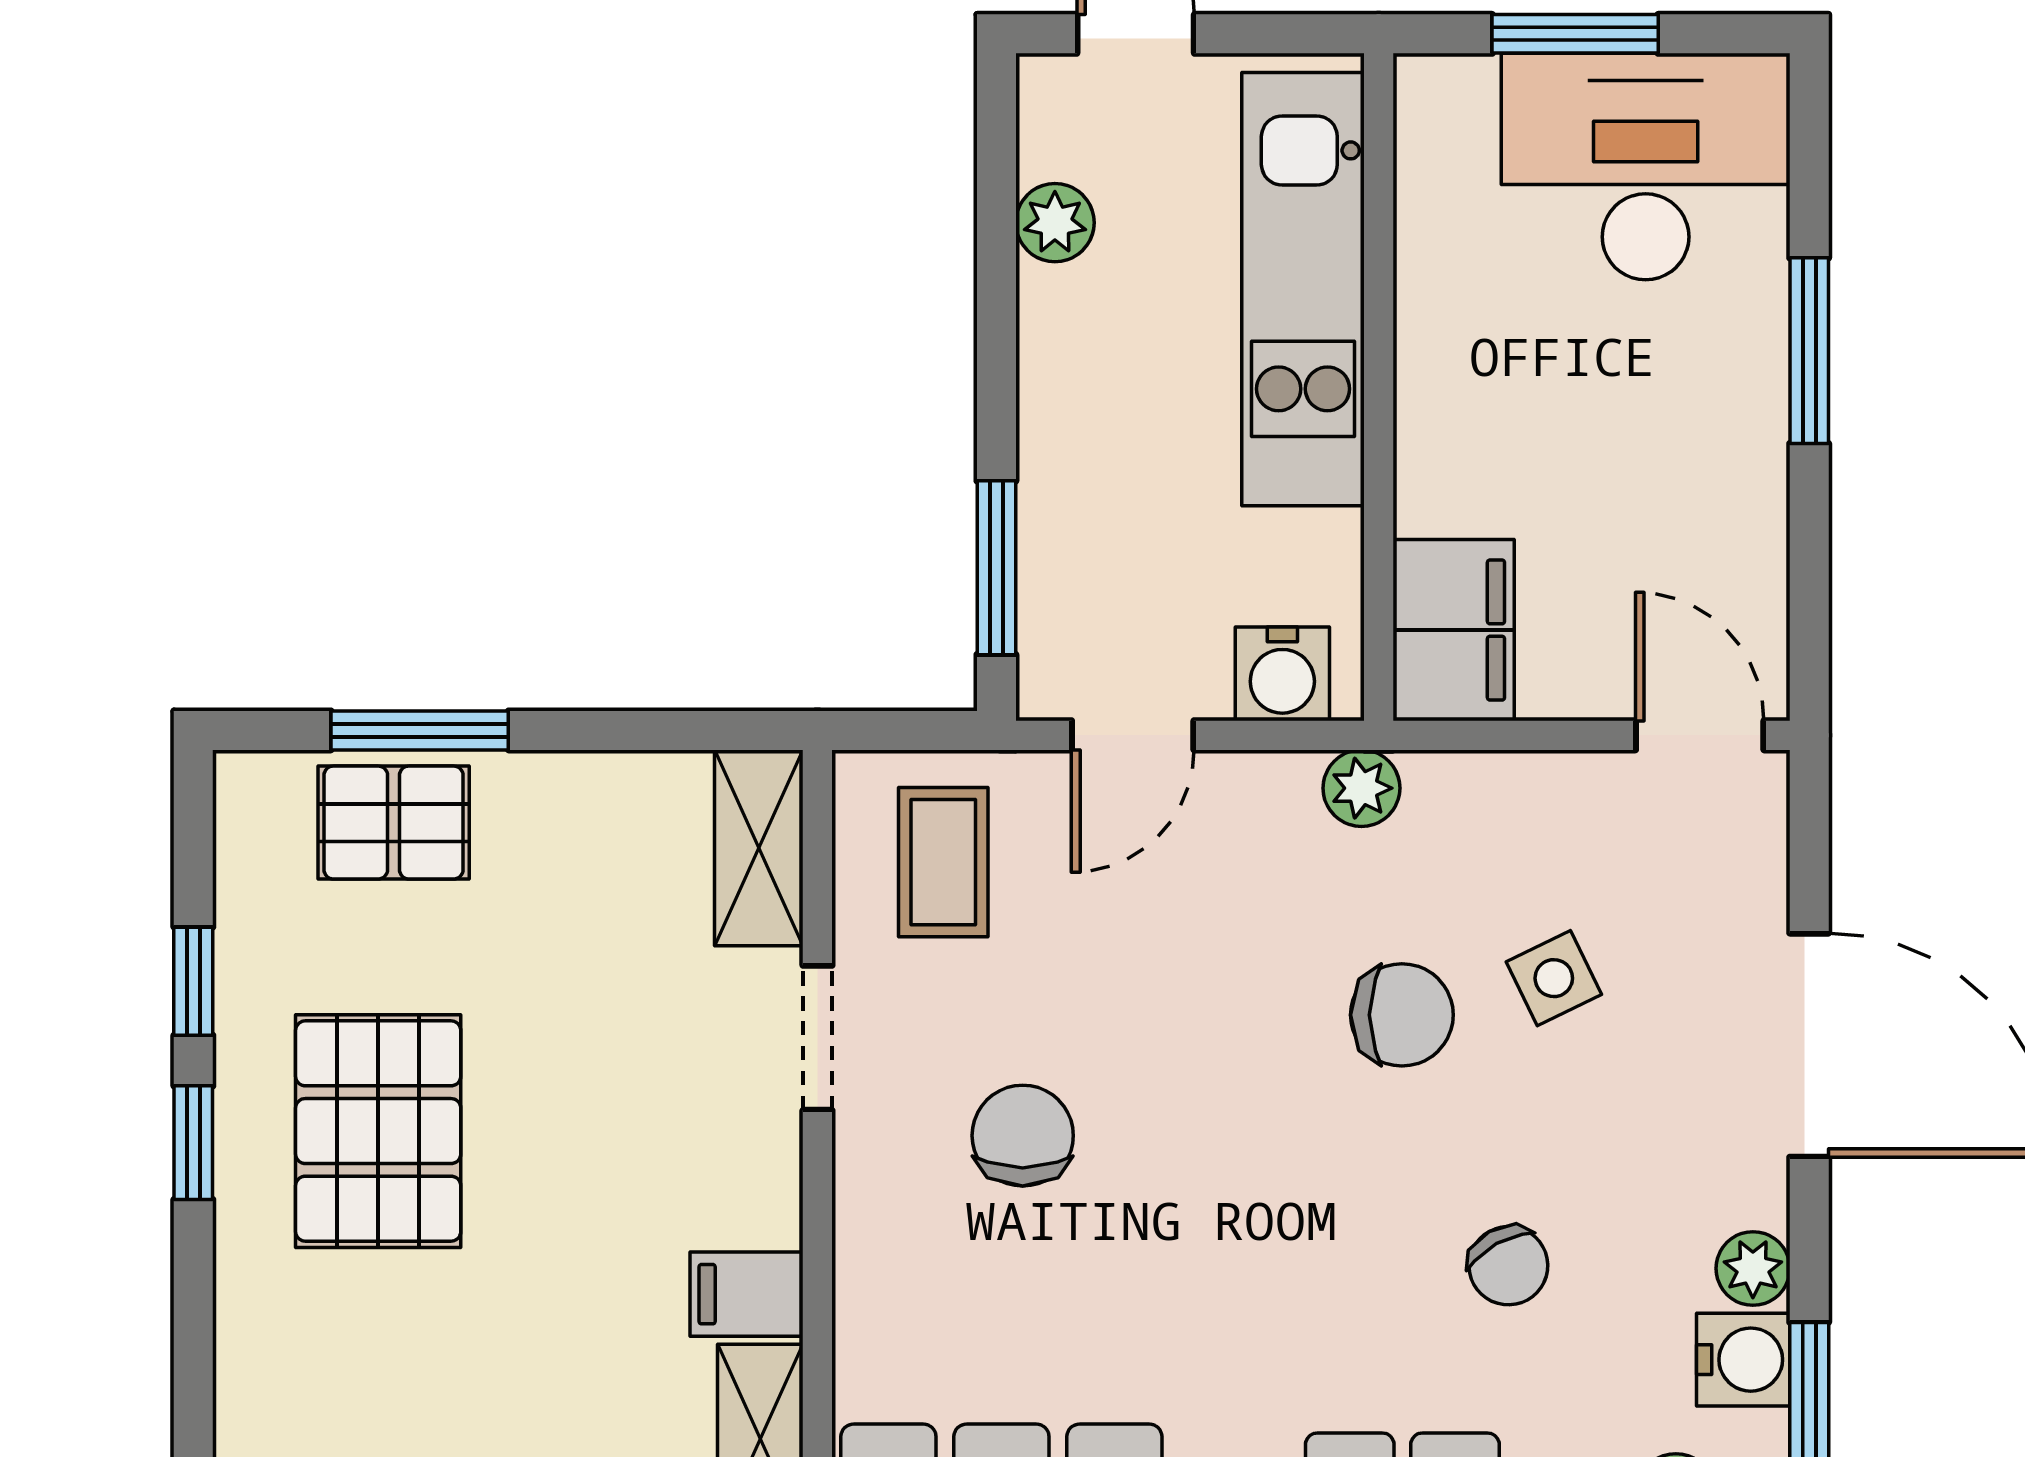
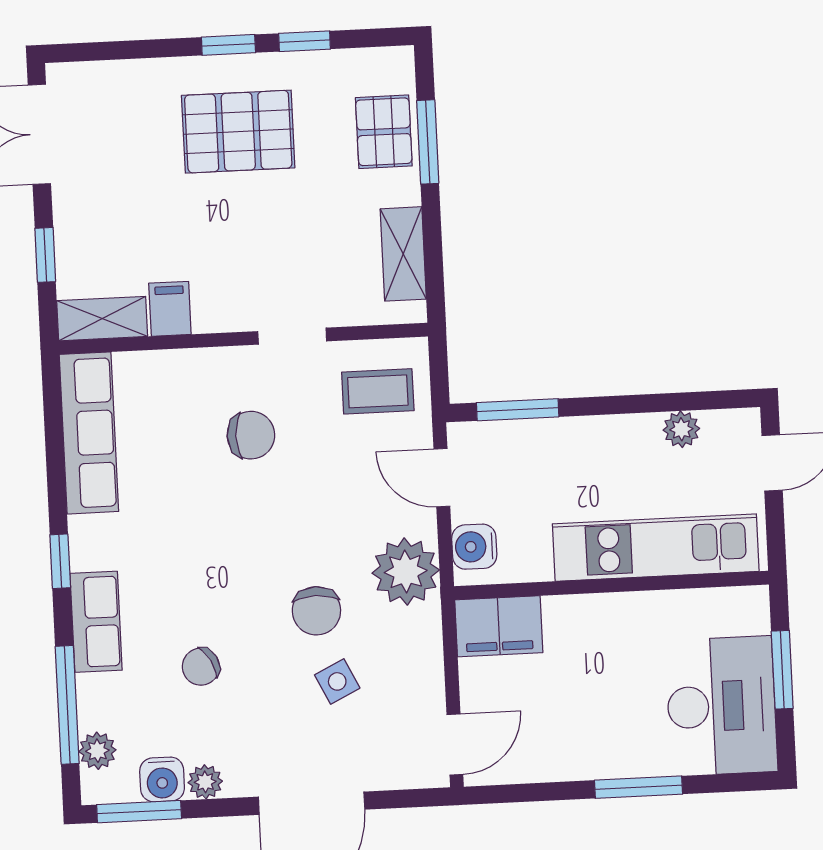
plant: (1361, 788) -> (406, 572), width x1.88, depth x1.88
shelving: (759, 848) -> (403, 254), moved, turned 90

